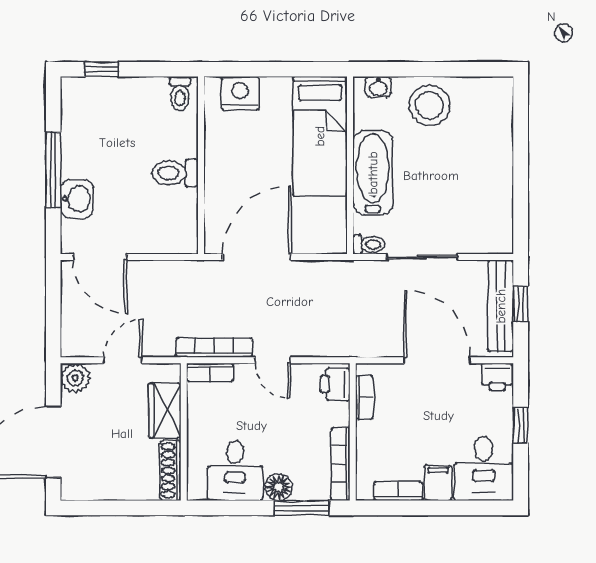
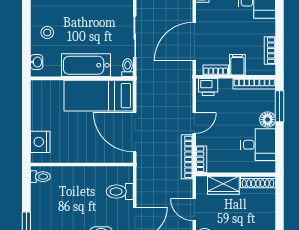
stool: (429, 105) -> (47, 32), width x0.53, depth x0.53
bed: (320, 136) -> (99, 96), moved, turned 180
toilet: (175, 173) -> (120, 192), moved, turned 90
door: (437, 360) -> (194, 42), moved
filing cabinet: (438, 483) -> (237, 65), moved, turned 90

